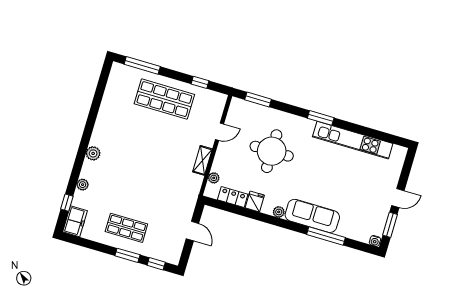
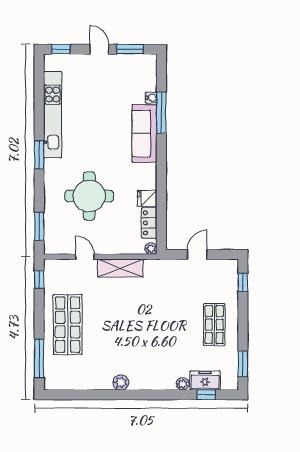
window: (200, 82) -> (39, 280), moved
plant: (93, 153) -> (121, 383), moved
shelving: (202, 160) -> (120, 268), width x1.50, depth x1.33
window: (408, 164) -> (61, 49), added
plant: (214, 178) -> (151, 249), moved
plant: (279, 212) -> (151, 170), removed
freezer: (75, 221) -> (205, 380), moved
water cooler: (375, 241) -> (151, 98), moved
window: (127, 255) -> (243, 364), moved

